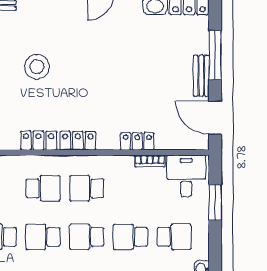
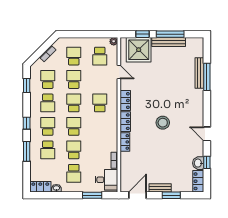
window: (215, 55) -> (171, 195), width x0.69
stool: (37, 67) -> (163, 123), moved
locker: (137, 141) -> (125, 142), moved
school desk: (43, 188) -> (100, 103), turned 180
school desk: (87, 188) -> (100, 126), removed

